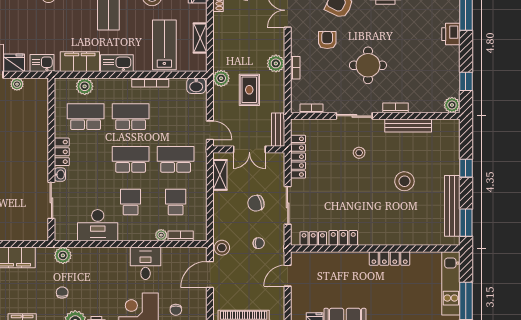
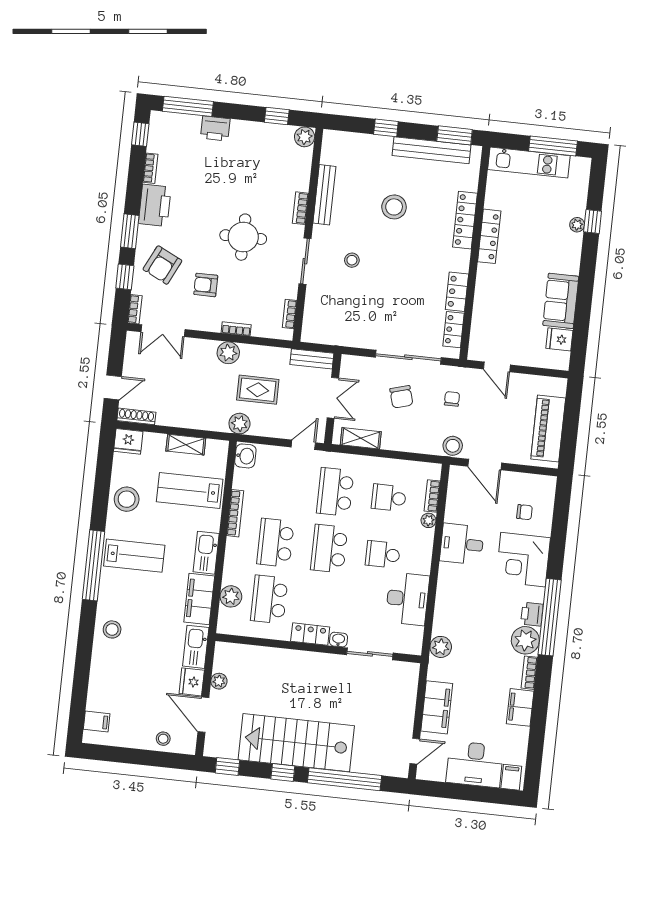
kitchen sink: (42, 63) -> (196, 647), width x1.38
locker: (298, 157) -> (465, 220), moved, turned -90
sliding door: (288, 205) -> (408, 357), width x1.37
chair: (62, 293) -> (487, 653), removed

